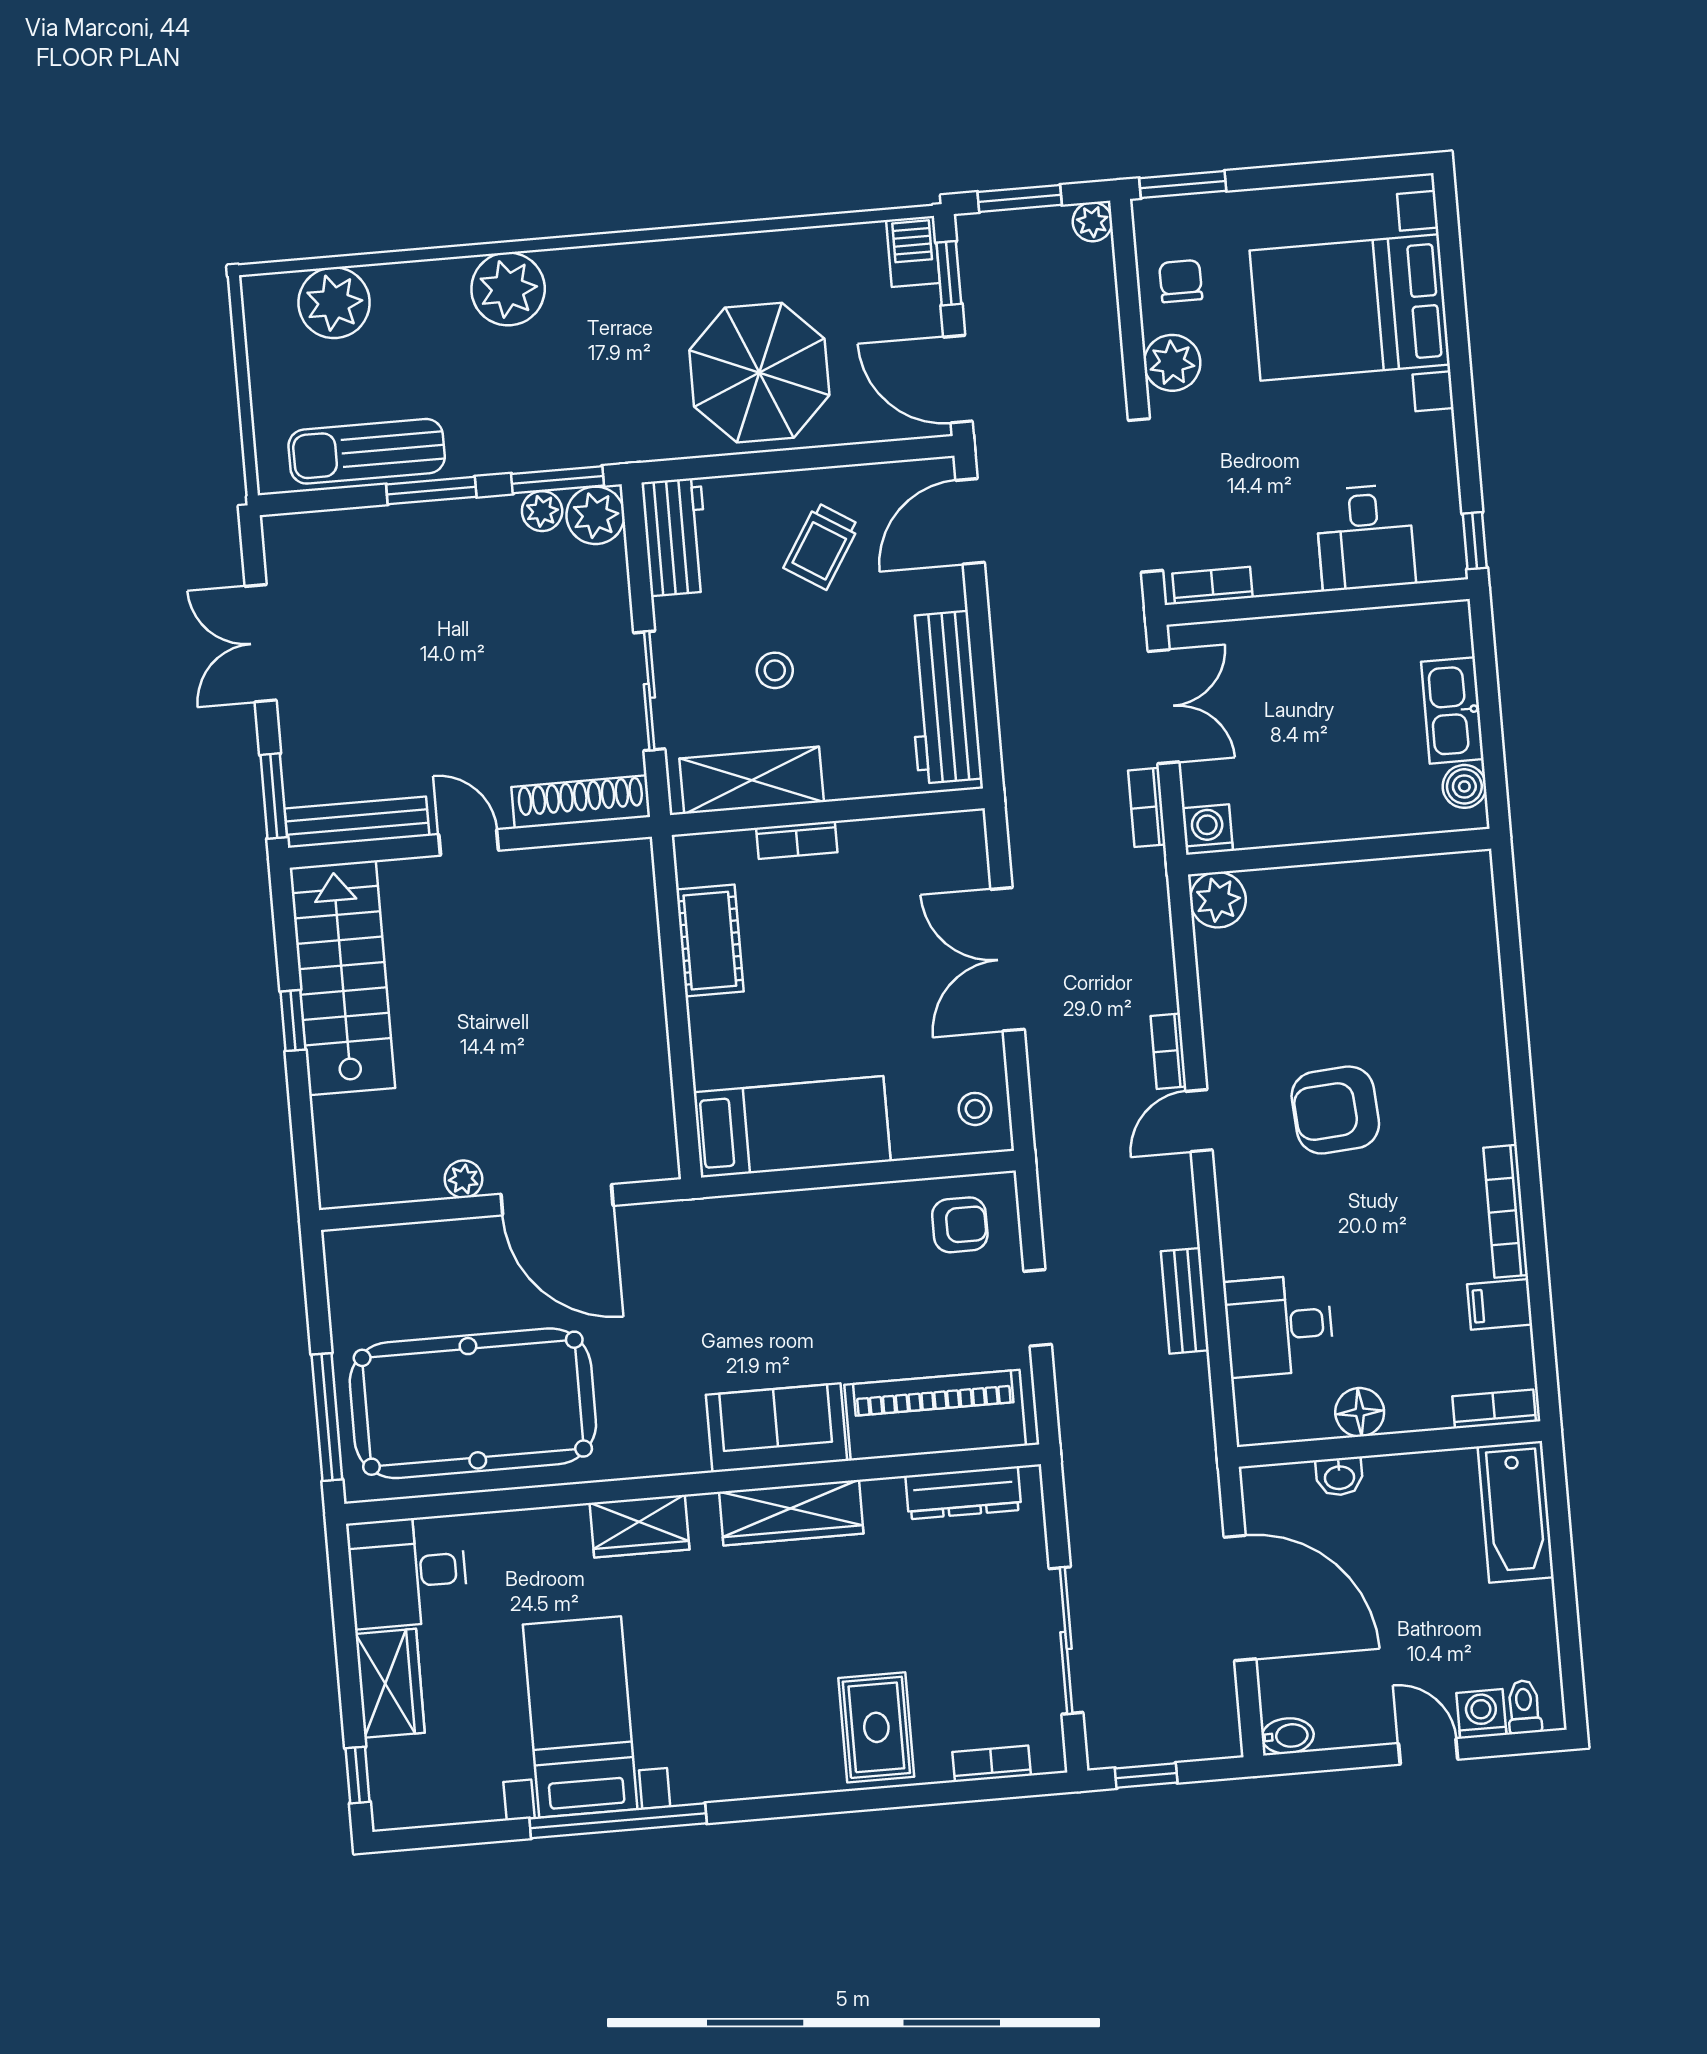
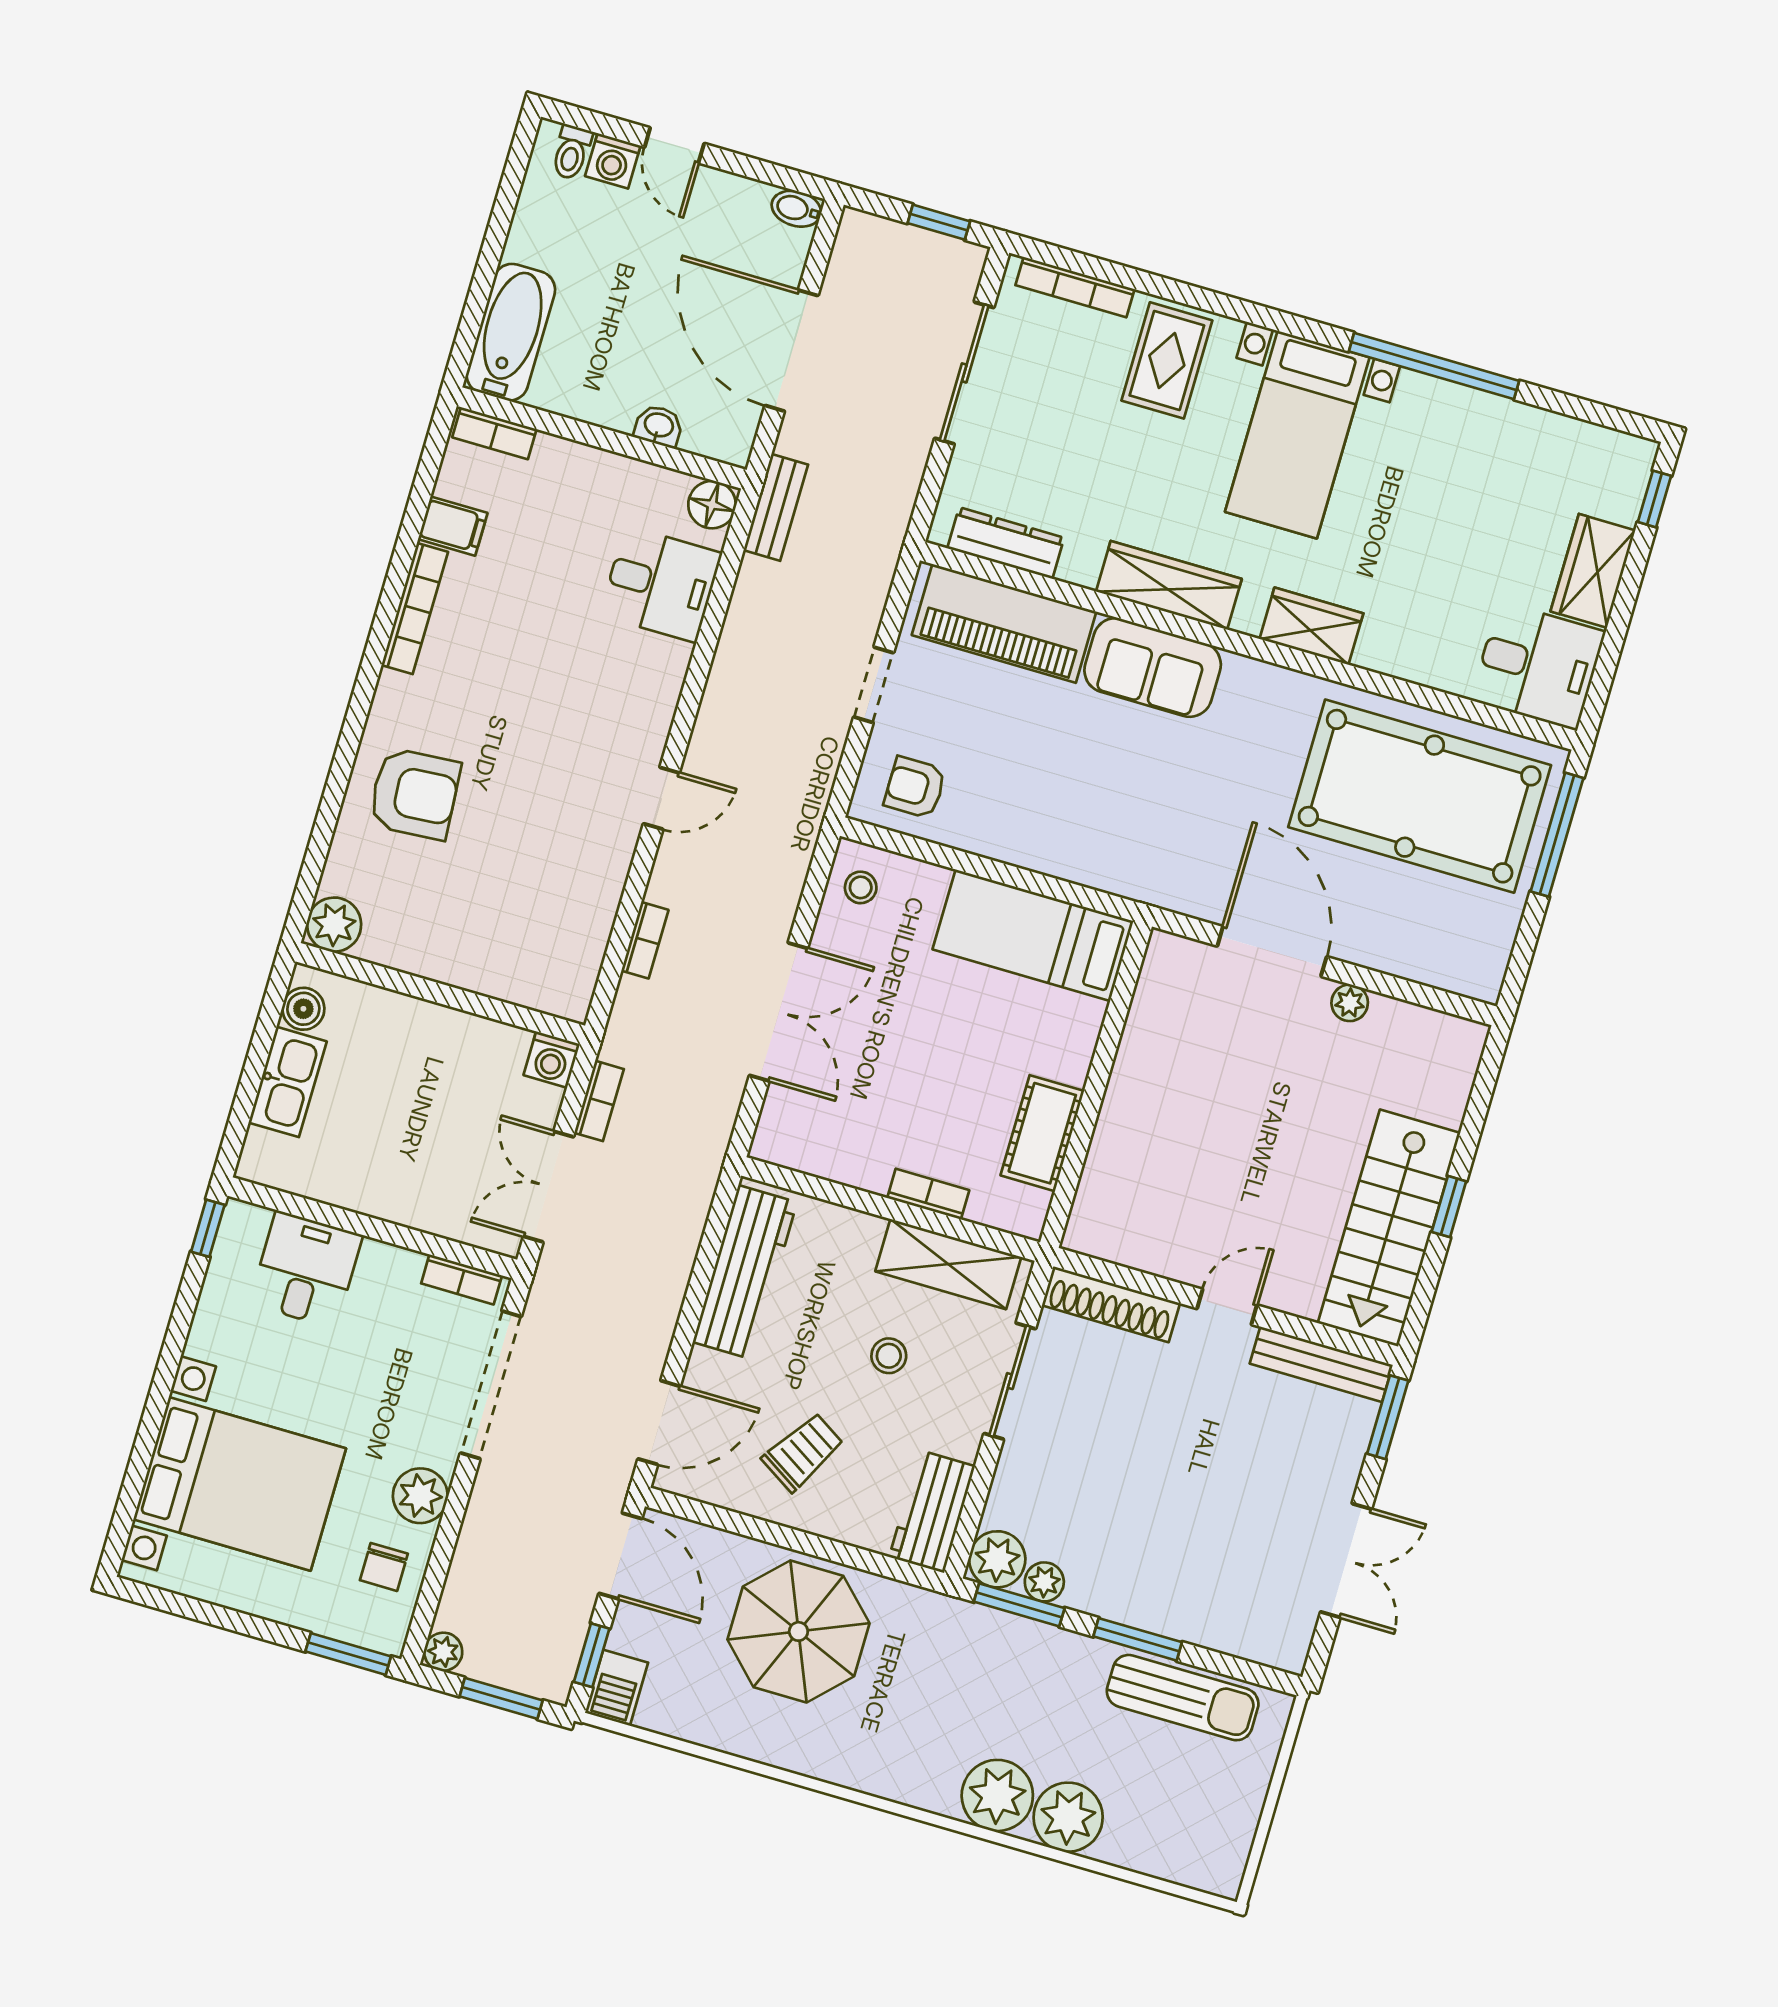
plant: (334, 303) -> (1068, 1817), moved
door: (469, 842) -> (1227, 1307), swing flipped
plant: (1218, 900) -> (334, 925), moved
bookcase: (1168, 1051) -> (645, 940), moved
armchair: (1335, 1110) -> (414, 794), moved
bench: (1185, 1301) -> (776, 507), moved
floor lamp: (1360, 1412) -> (712, 505), moved
bed with nightstands: (580, 1717) -> (1297, 435), moved
bookcase: (992, 1764) -> (1075, 287), width x1.56

